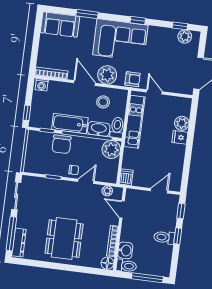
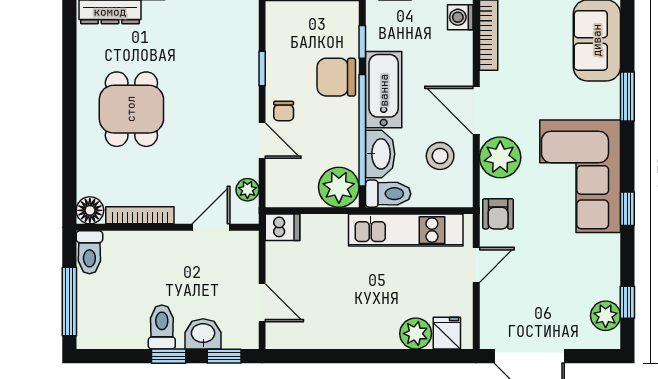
door: (85, 83) -> (476, 110), swing flipped
fridge: (180, 137) -> (447, 333), moved
dining table: (64, 239) -> (131, 109), width x0.73
washbasin: (125, 250) -> (203, 334), moved, turned 180

